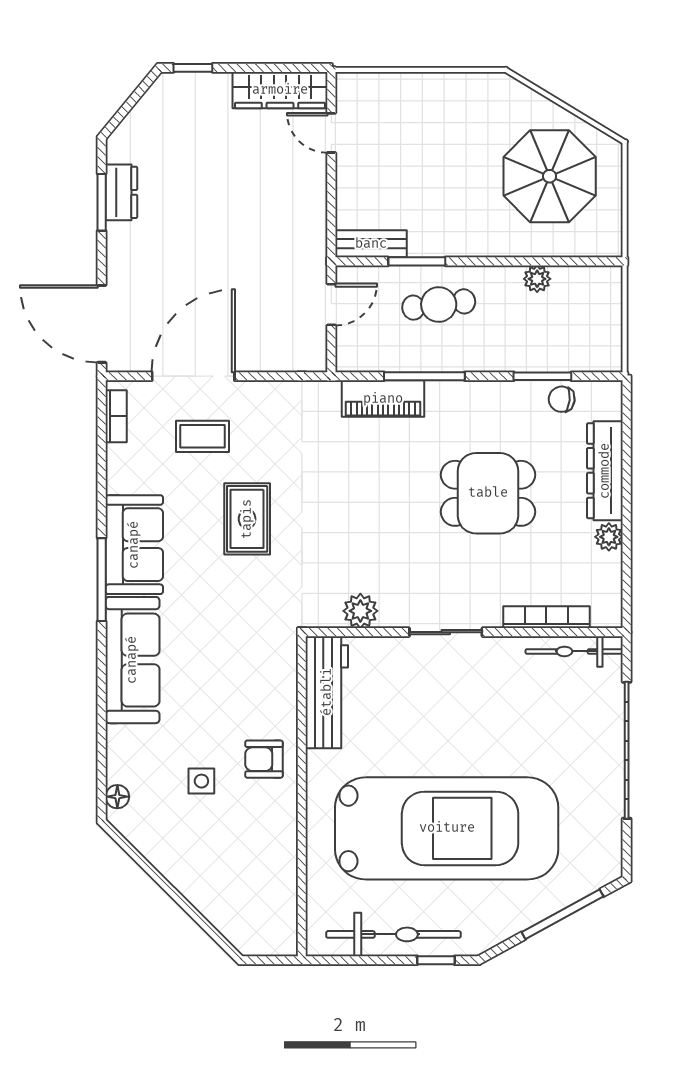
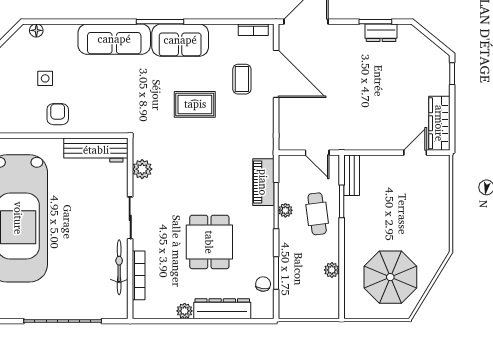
plant: (433, 360) -> (285, 210), added
bicycle: (574, 651) -> (119, 267), moved

